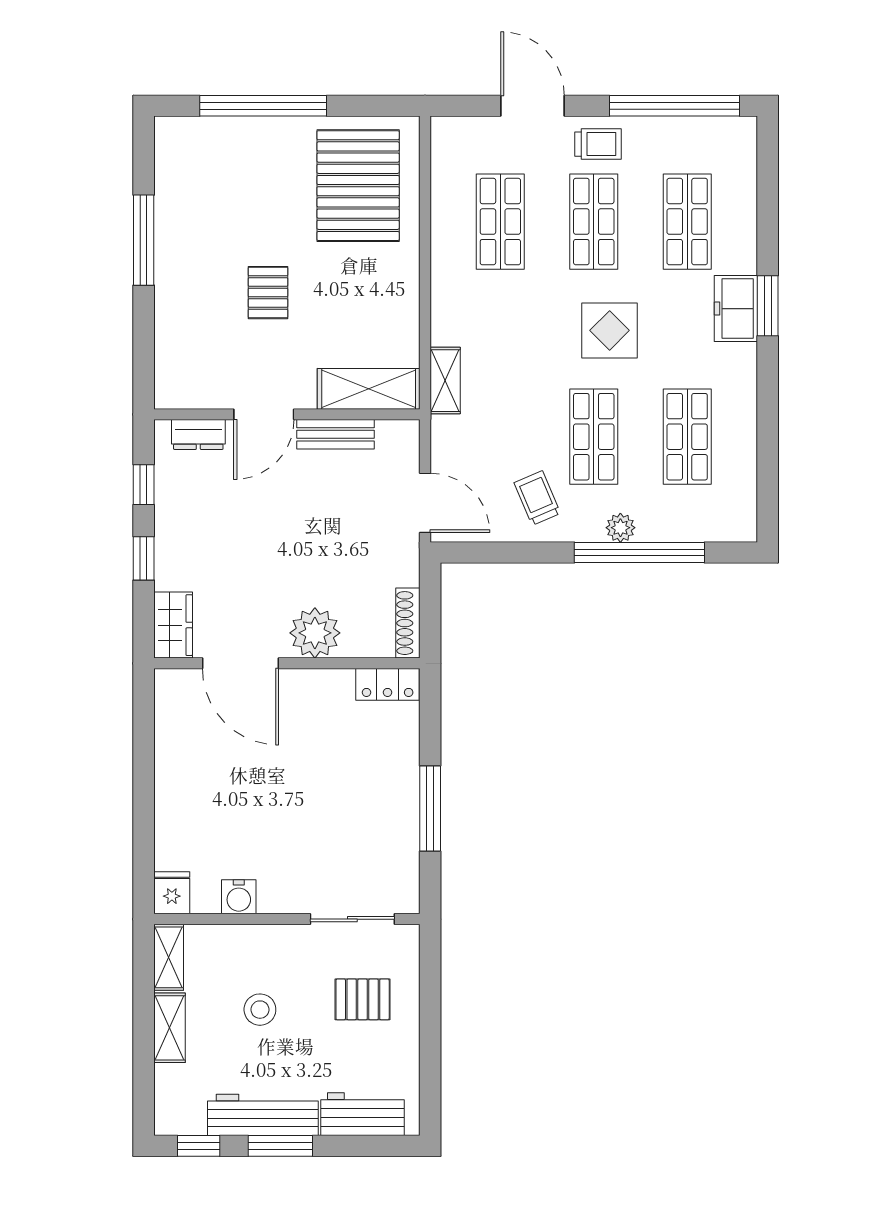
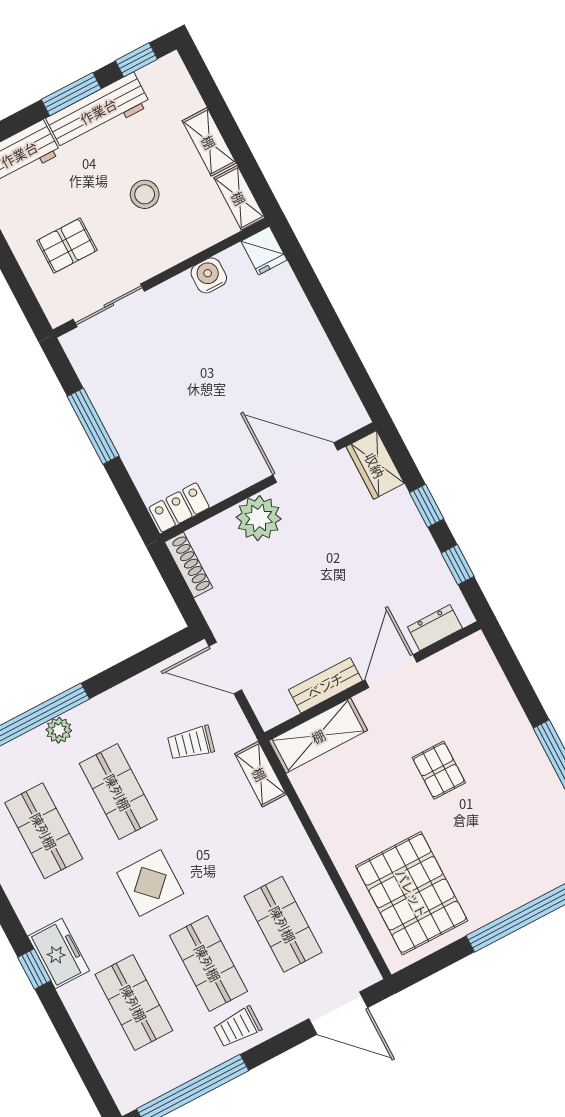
door: (533, 106) -> (338, 1013), moved
window: (768, 306) -> (34, 969), width x0.67
trolley: (537, 498) -> (191, 743), moved, turned 127

